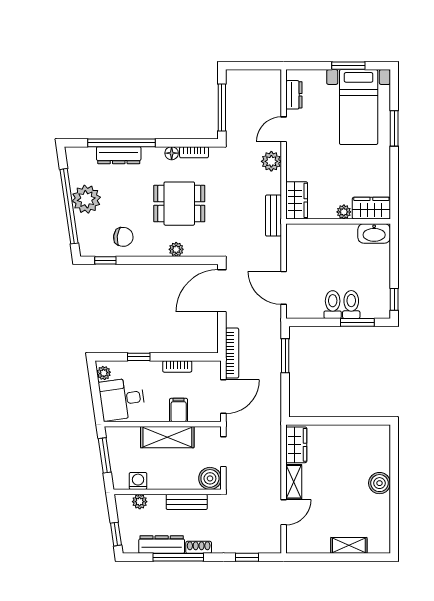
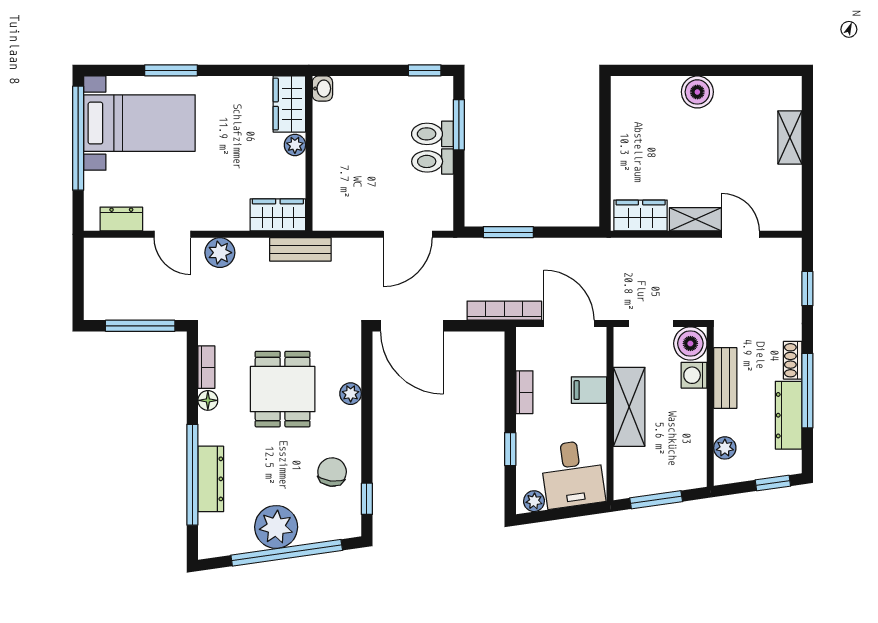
window: (348, 66) -> (78, 138), width x2.11
washbasin: (374, 233) -> (322, 89), width x0.52, depth x0.69
washing machine: (138, 481) -> (694, 375), moved

